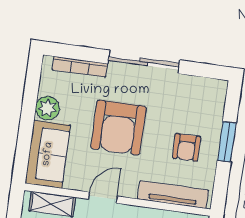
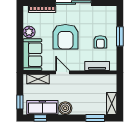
tv unit: (173, 195) -> (97, 66), width x0.71
door: (103, 198) -> (63, 72), hinge flipped

